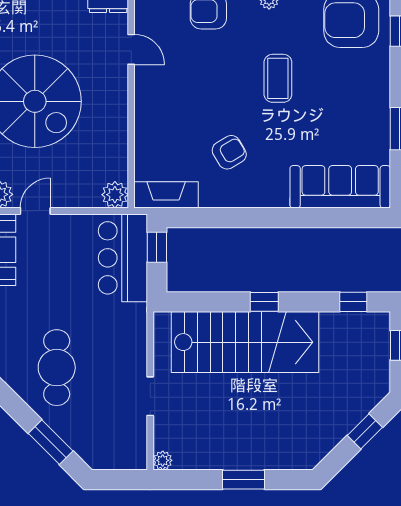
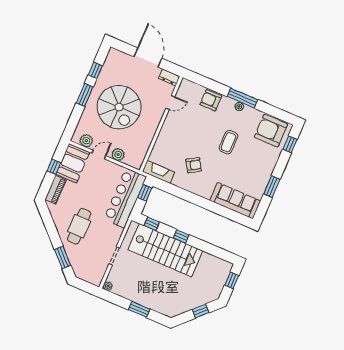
door: (131, 49) -> (170, 102), hinge flipped
plant: (115, 195) -> (118, 155), moved
bar counter: (123, 258) -> (125, 198), width x1.36
window: (353, 302) -> (152, 224), moved

